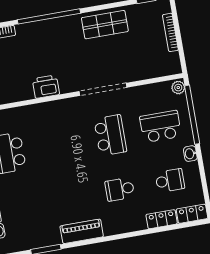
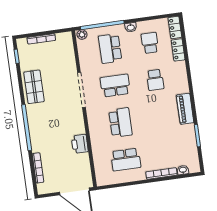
printer: (46, 87) -> (80, 144), moved
school desk: (60, 144) -> (120, 123), added

